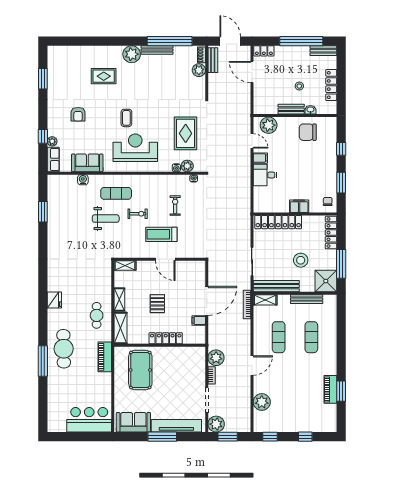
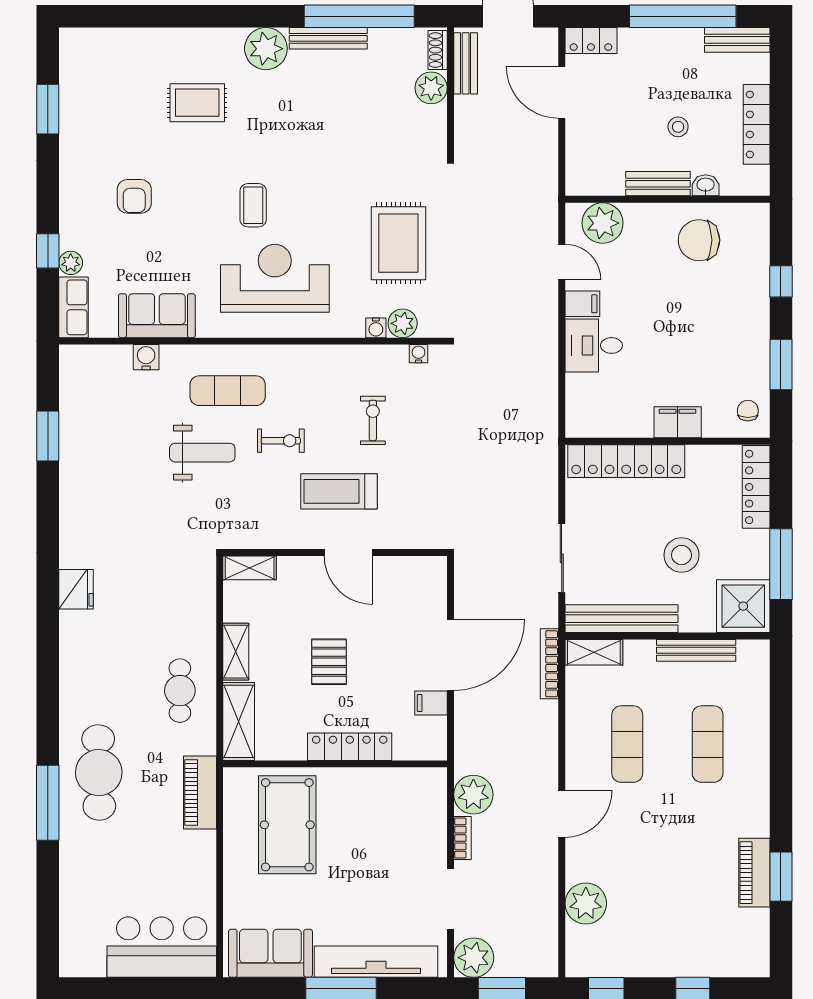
fridge: (54, 300) -> (76, 589), moved

